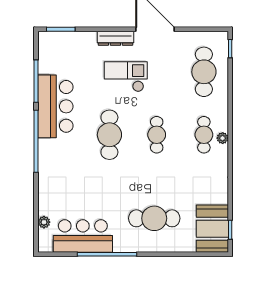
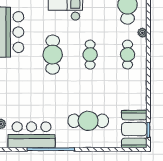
plant: (223, 138) -> (142, 33), moved

